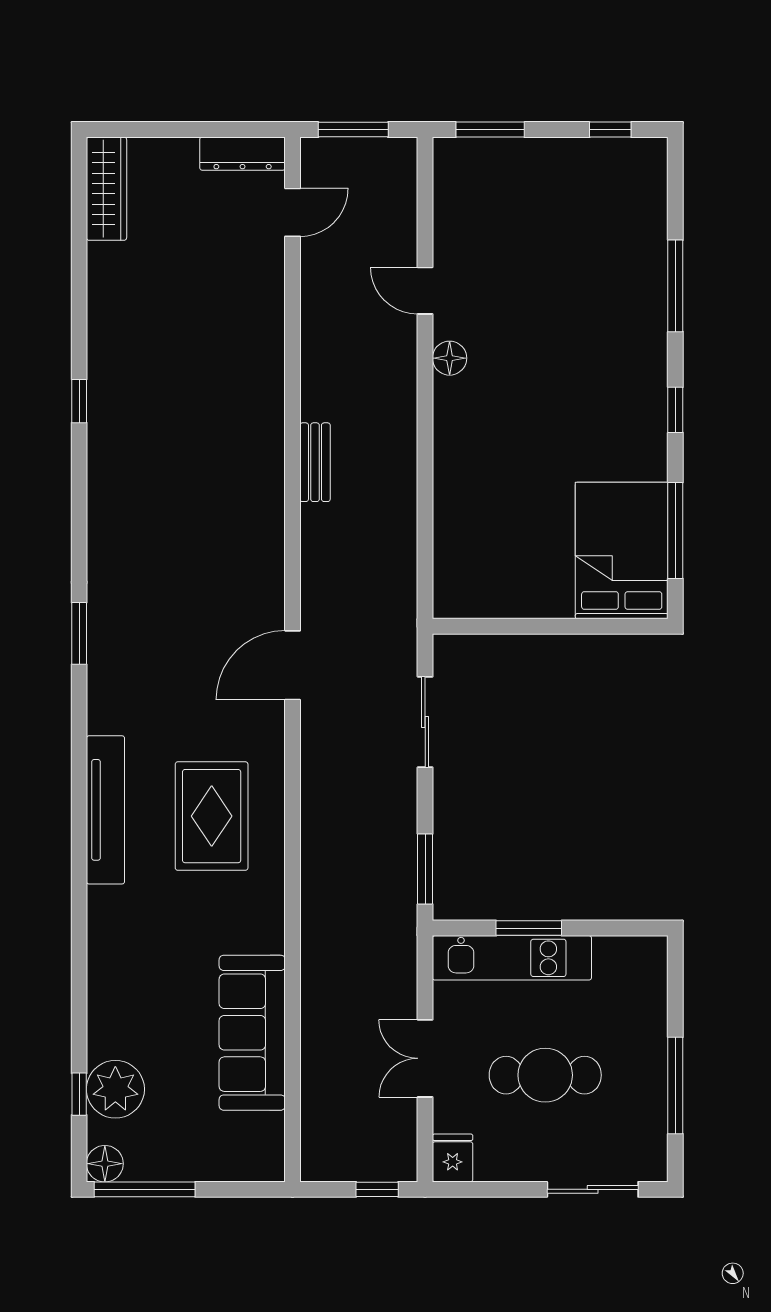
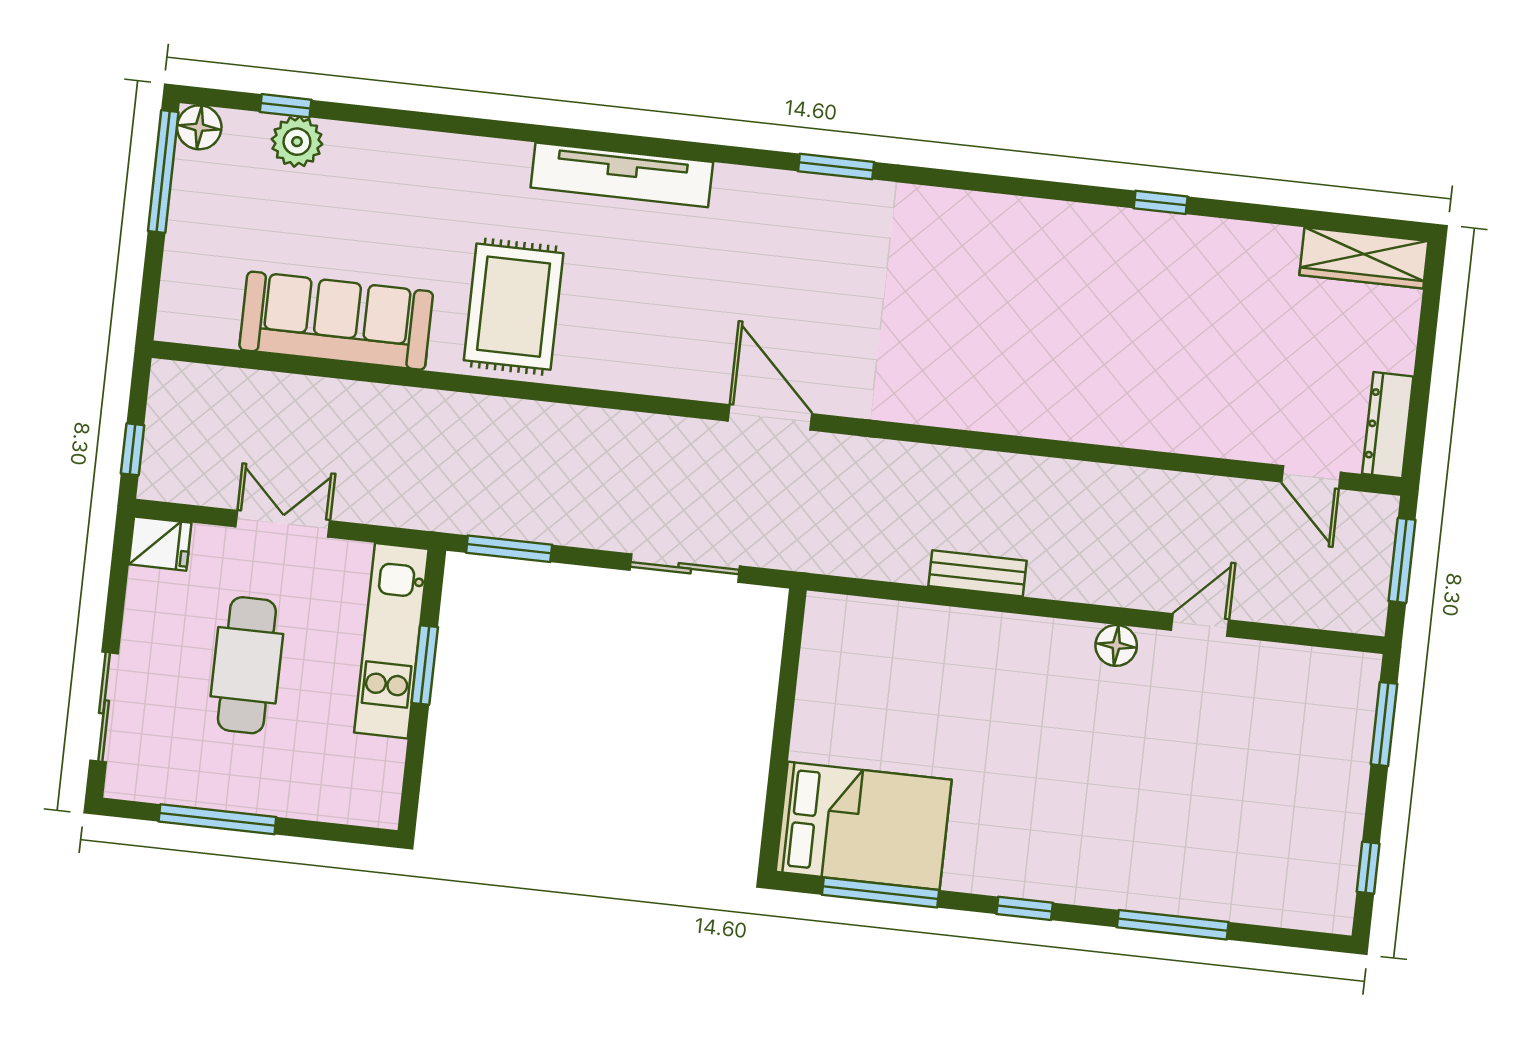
window: (79, 401) -> (1161, 202), moved
bench: (315, 462) -> (978, 573), moved
rug: (212, 816) -> (514, 307), moved, turned 90
plant: (115, 1089) -> (297, 142), width x0.73, depth x0.73

